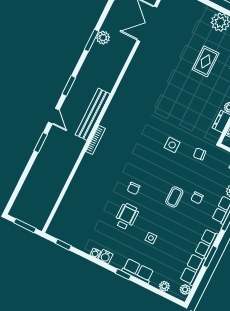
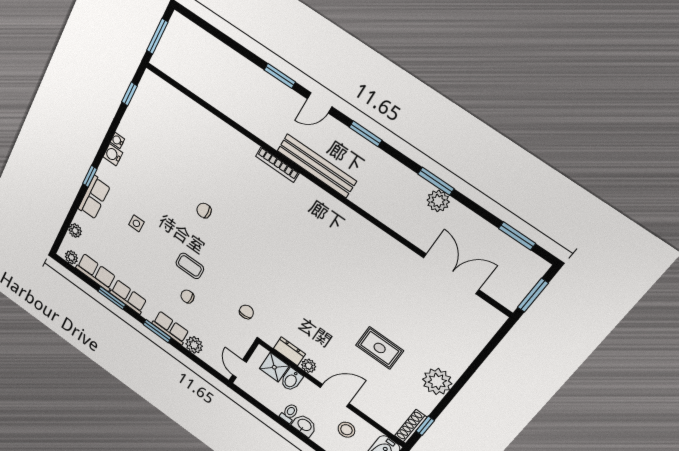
side table: (172, 145) -> (262, 276), removed
wheelchair: (126, 216) -> (166, 194), removed

